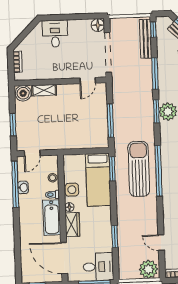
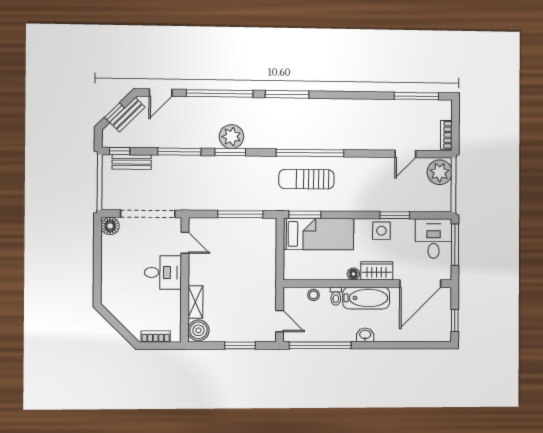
desk: (55, 34) -> (163, 272), moved, turned 180
bench: (146, 39) -> (132, 162), width x0.73
sun lounger: (139, 169) -> (306, 179), width x0.73, depth x0.75
washbasin: (23, 188) -> (365, 335), moved
side table: (72, 190) -> (381, 231), moved

